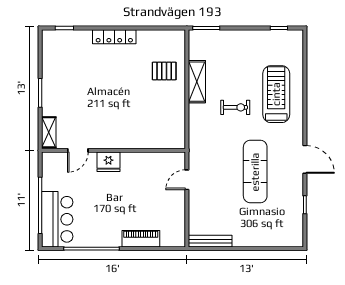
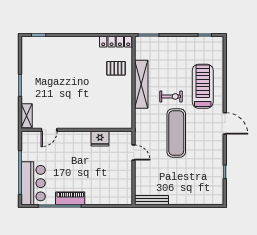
locker: (114, 37) -> (116, 42), moved
shelving: (197, 82) -> (141, 84), width x1.47
door: (305, 159) -> (225, 123), moved
fridge: (108, 162) -> (100, 139), moved
exercise mat: (255, 172) -> (176, 133), moved
door: (187, 180) -> (134, 153), swing flipped
piano: (141, 239) -> (70, 198), moved

